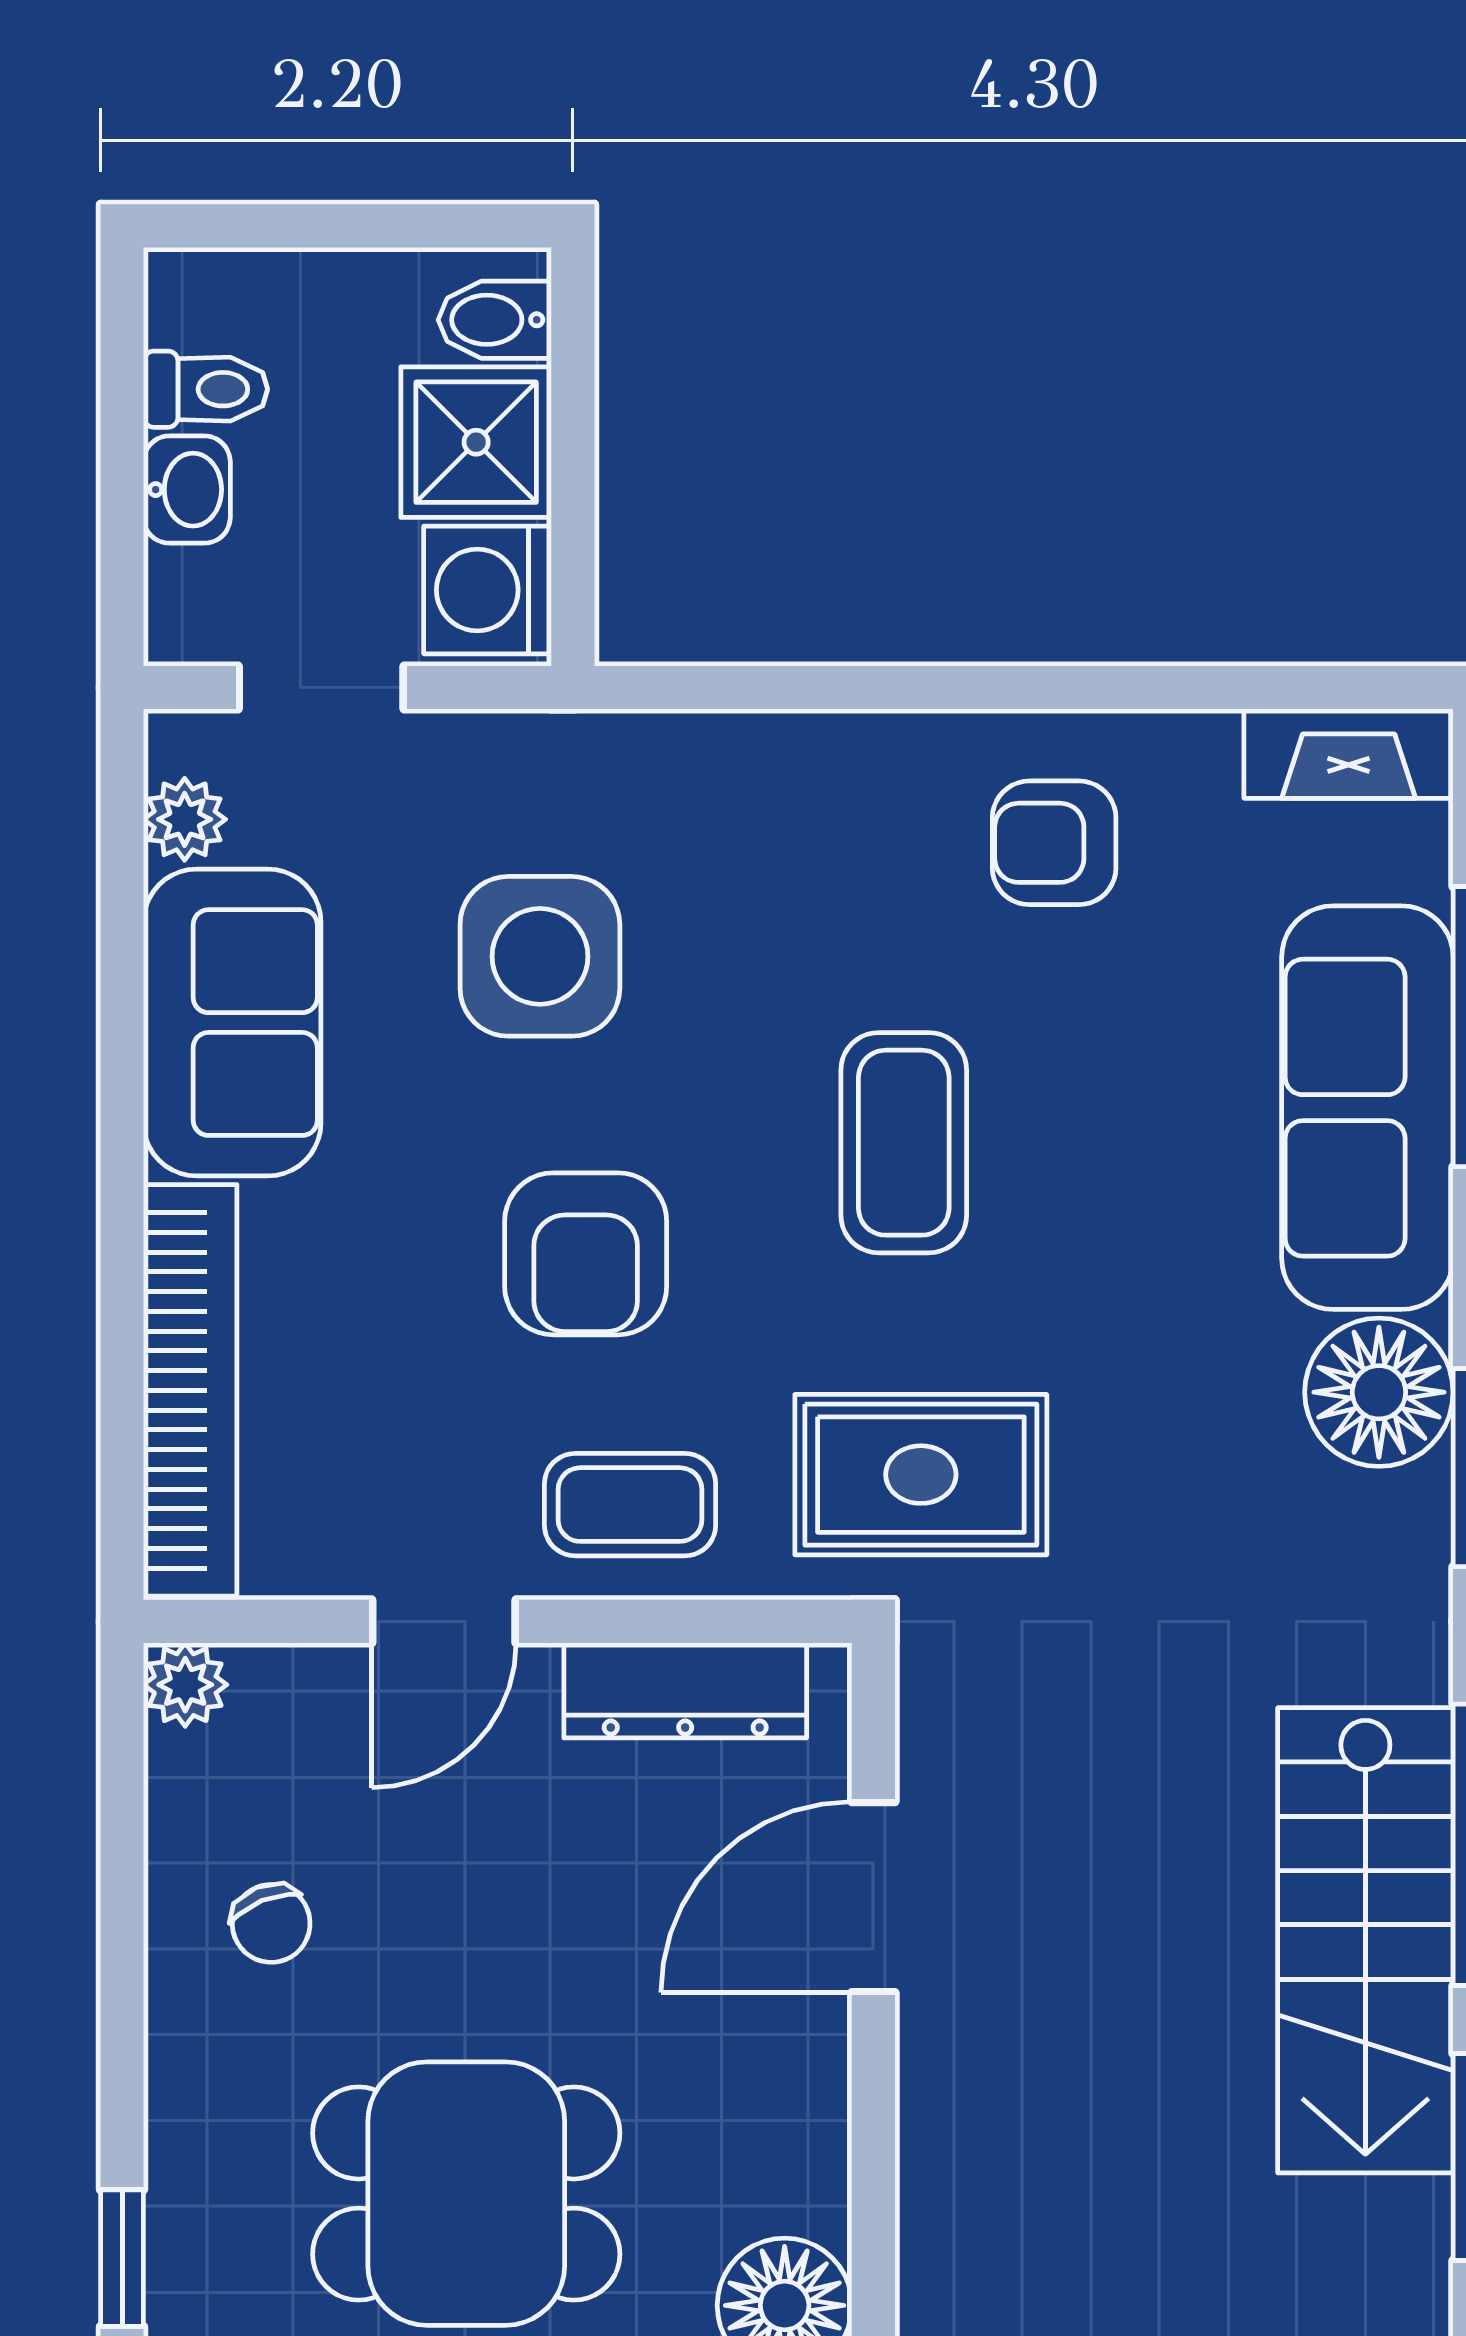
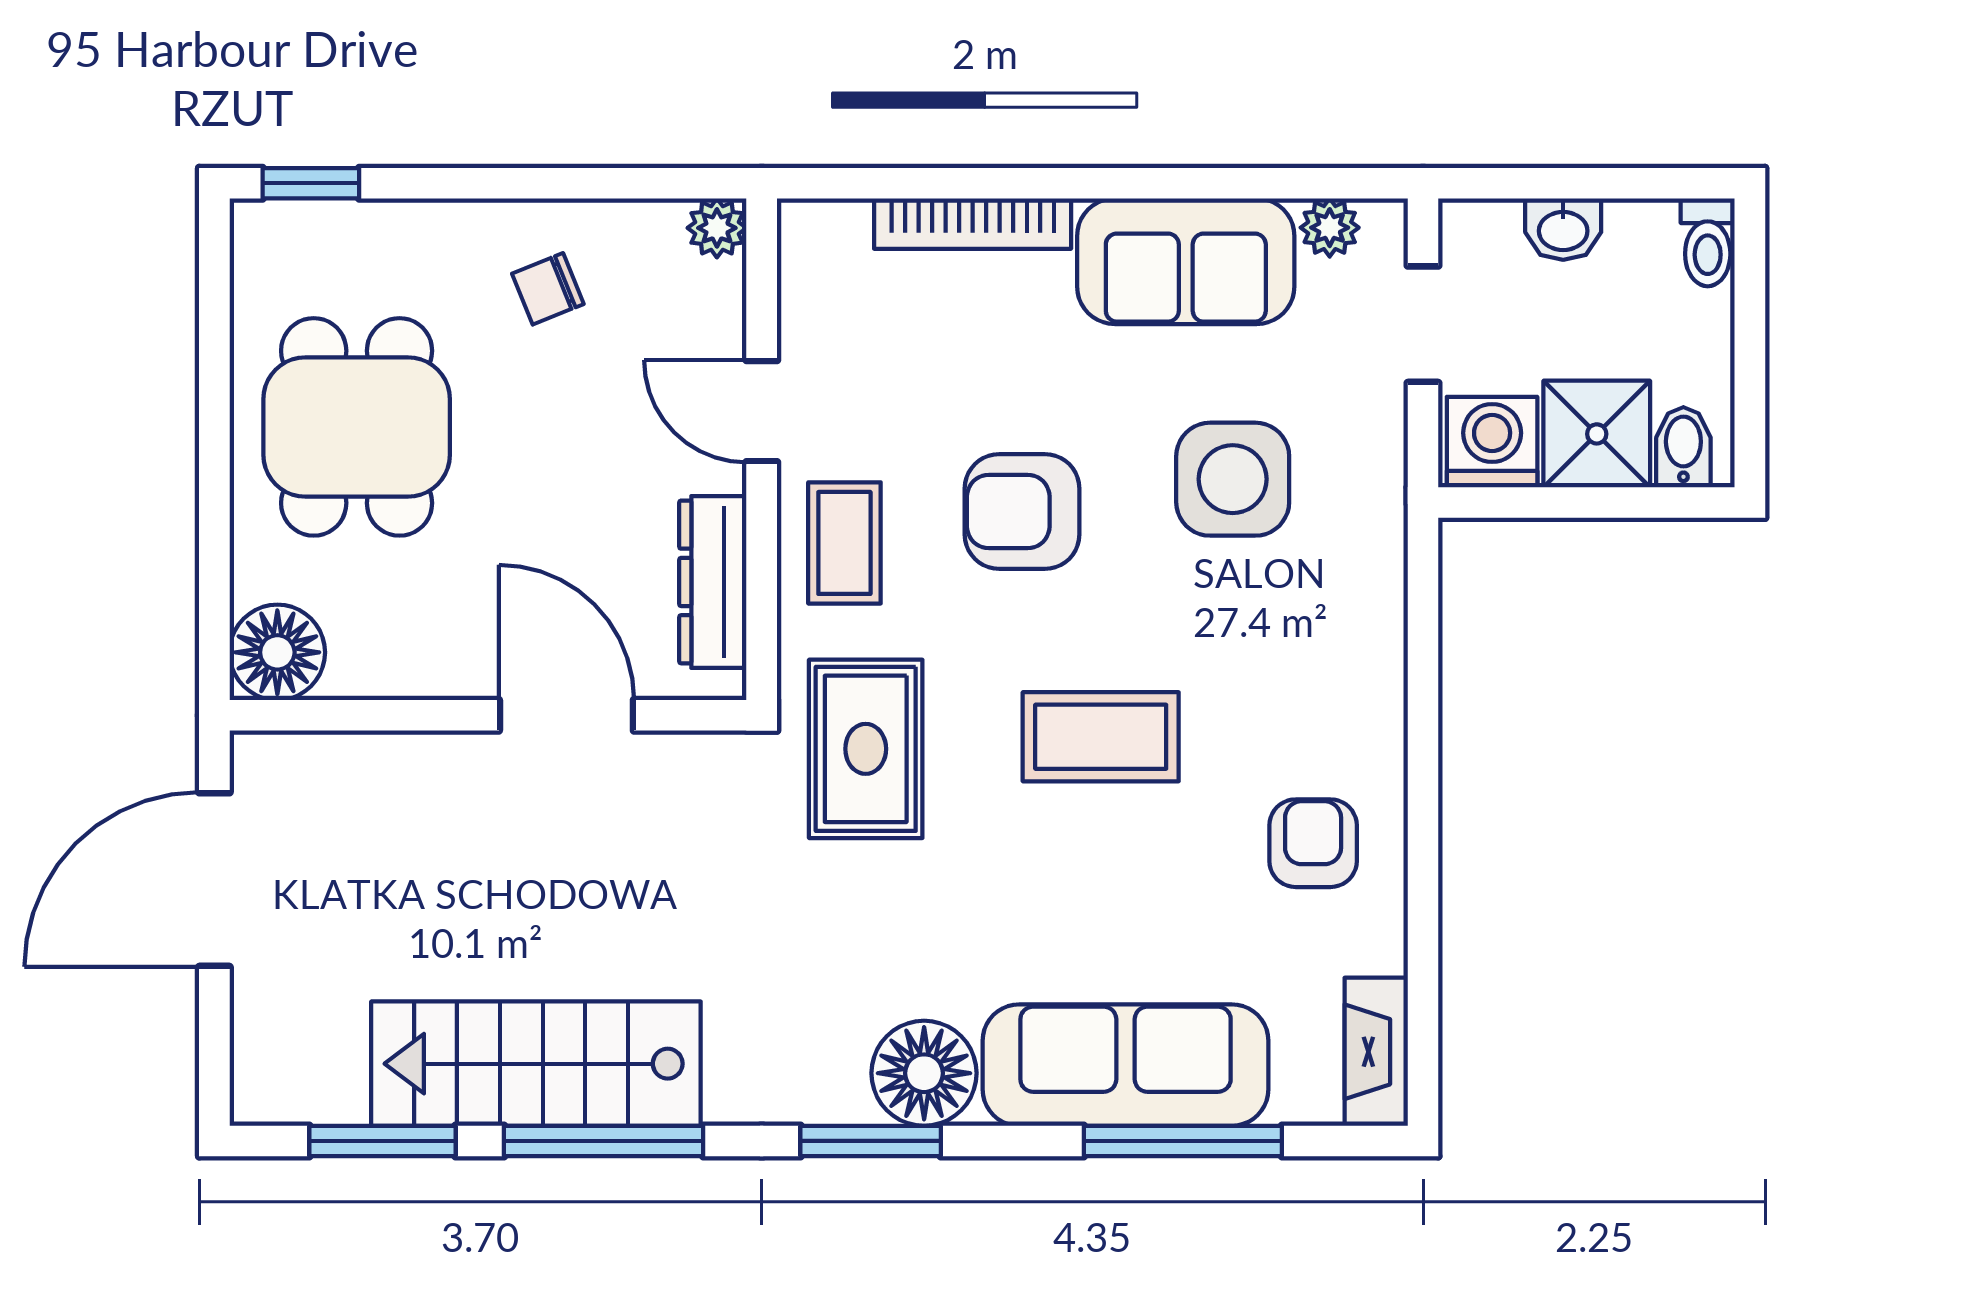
toilet: (206, 389) -> (1708, 242), moved
bookcase: (190, 1390) -> (973, 224), width x0.68, depth x0.76

